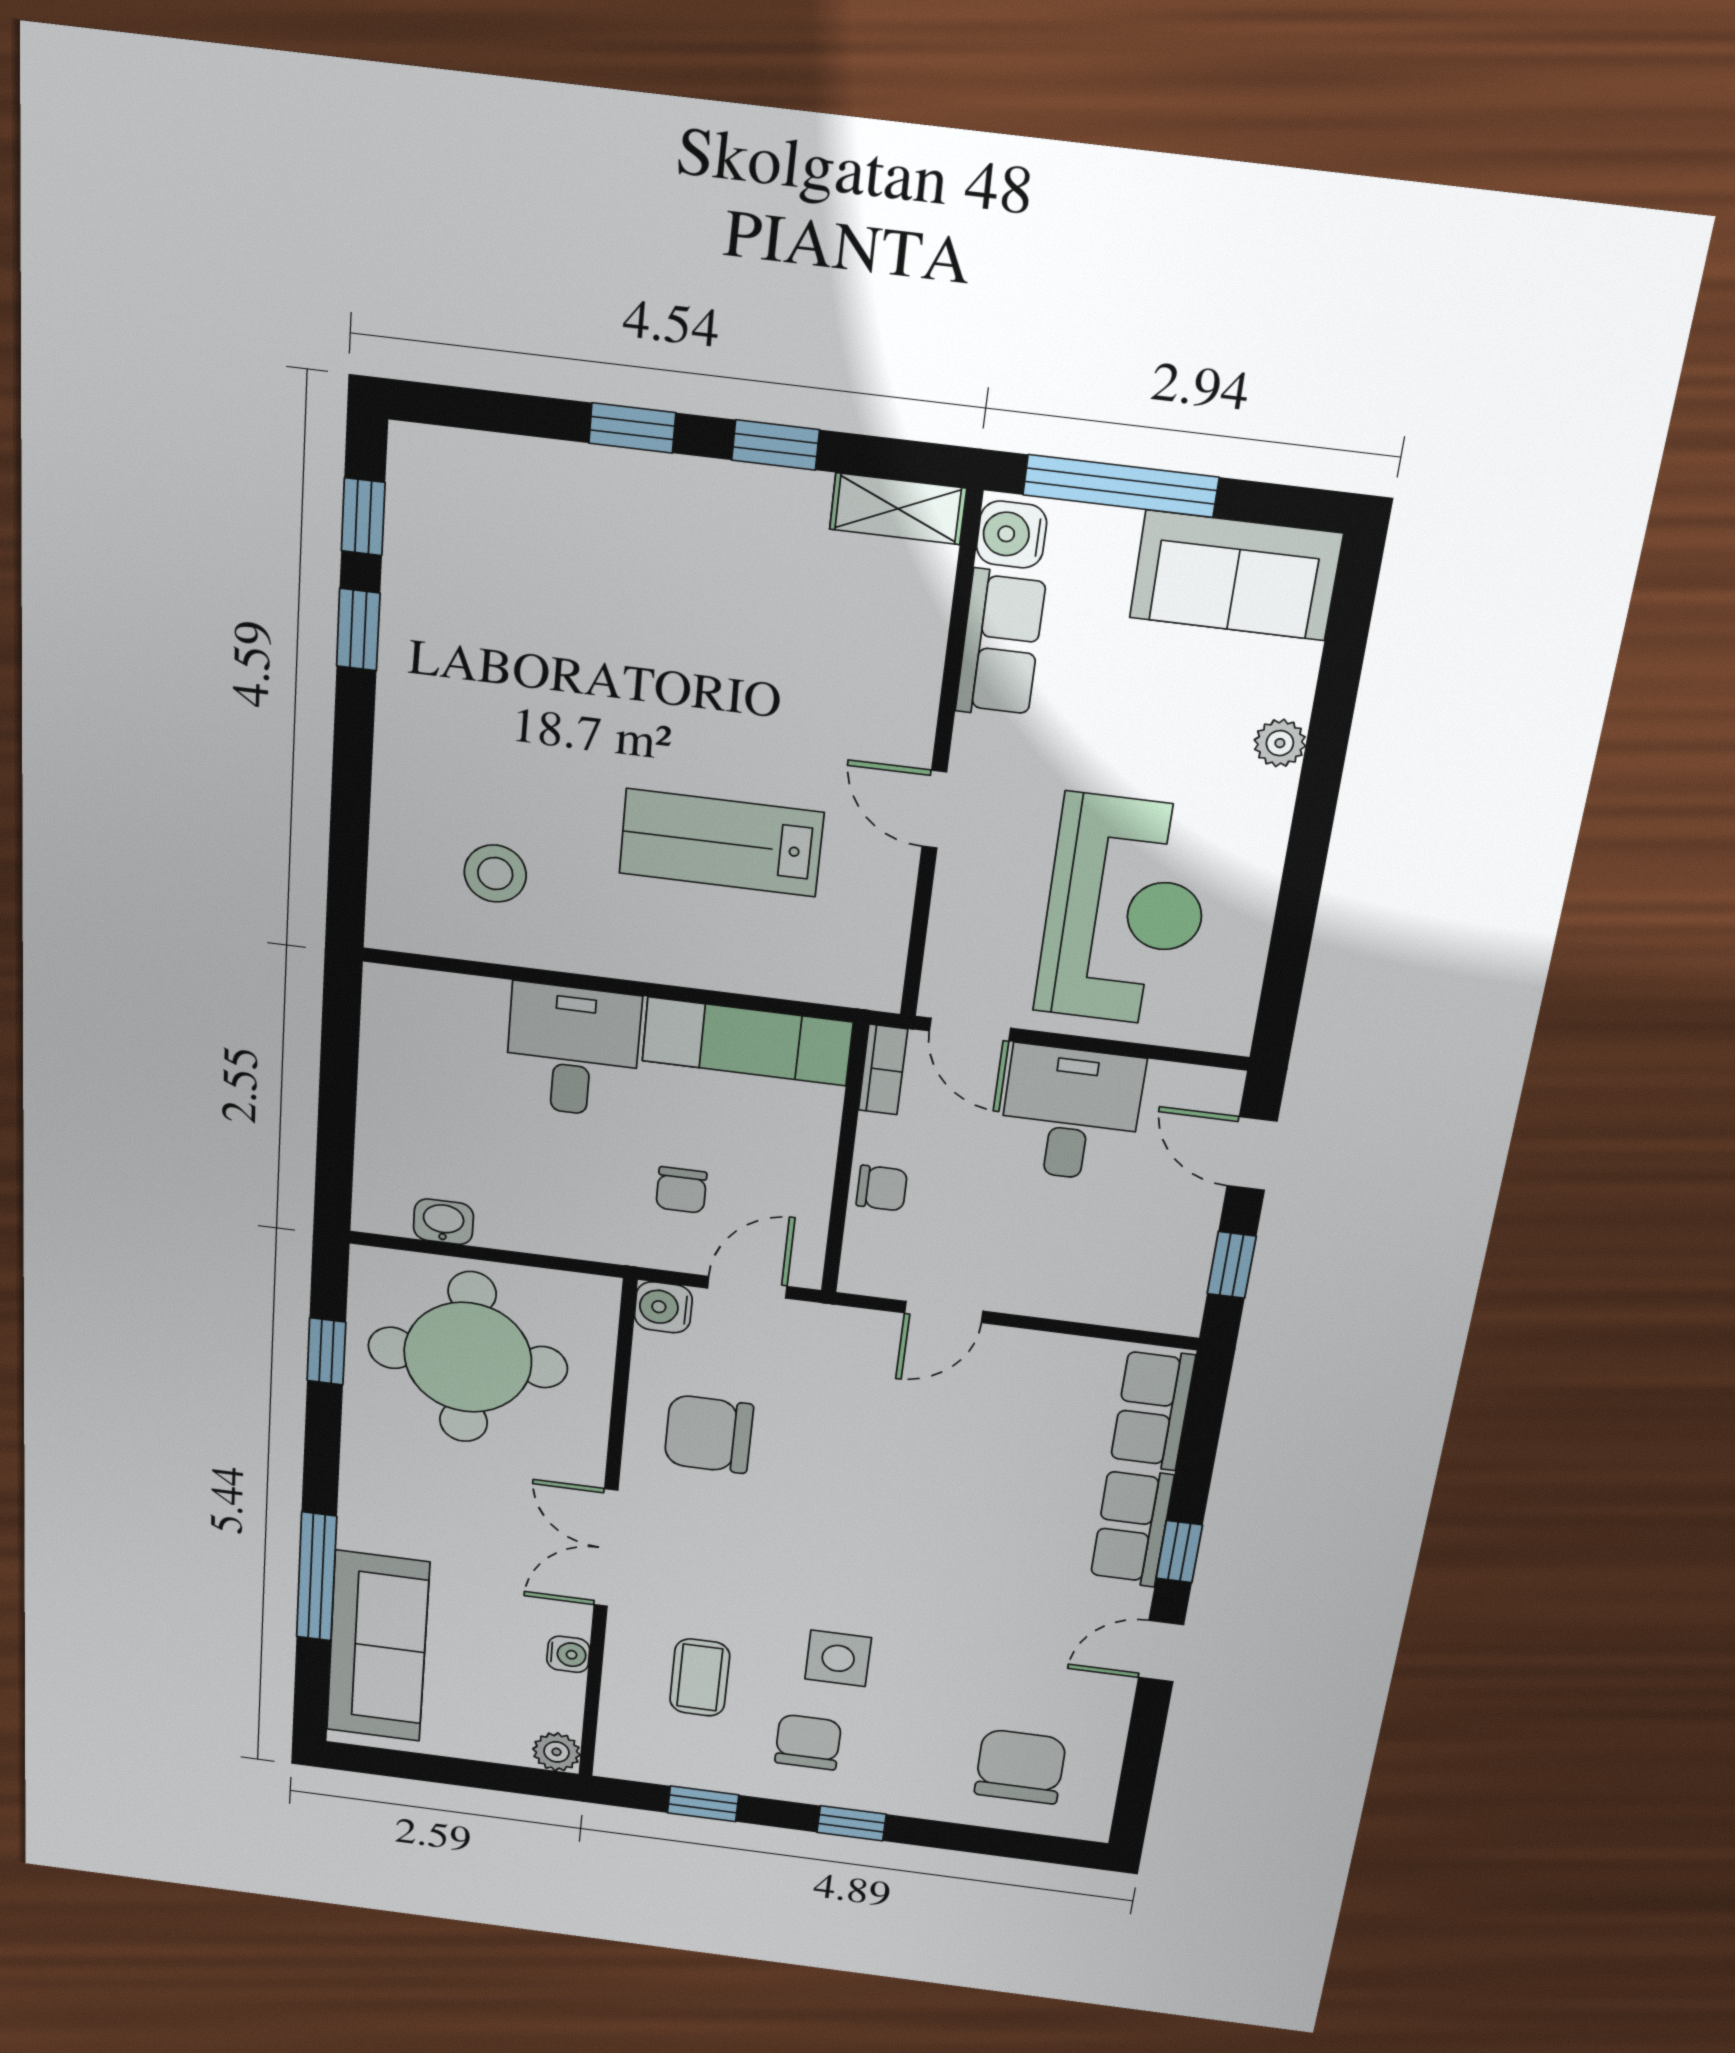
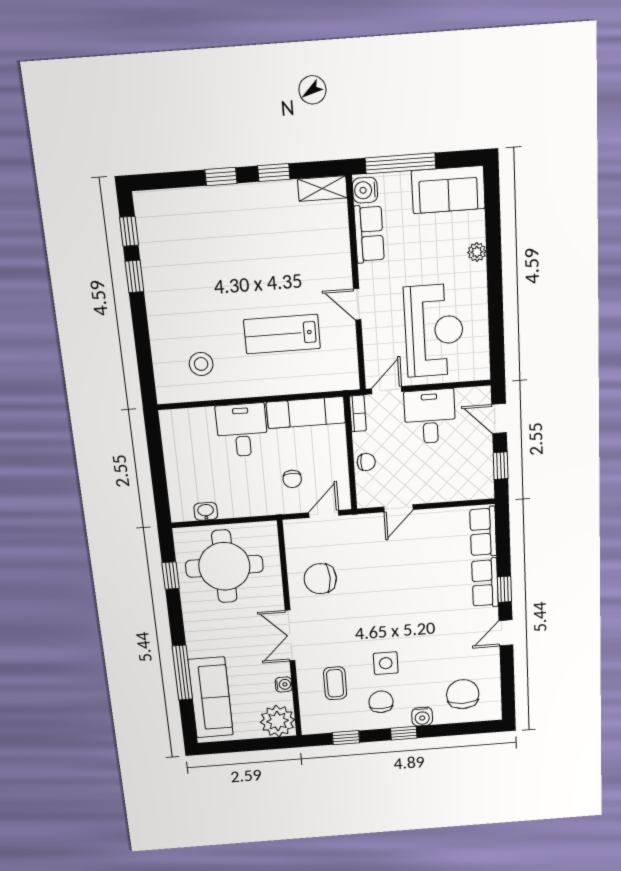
door: (970, 1029) -> (387, 390), swing flipped
water cooler: (663, 1307) -> (422, 717), moved, turned -90
plant: (556, 1752) -> (277, 721), width x1.88, depth x1.88

